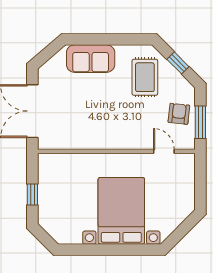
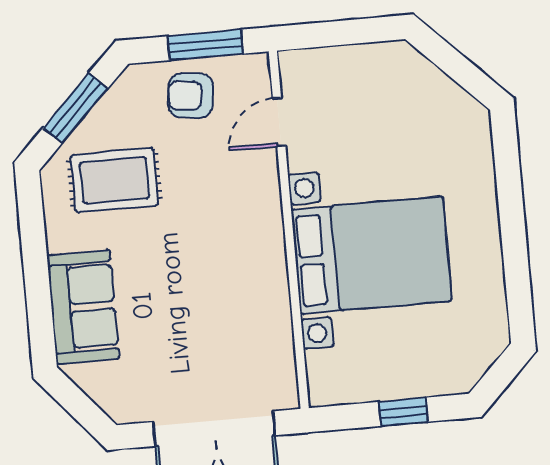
window: (178, 63) -> (75, 108), width x1.50
bed with nightstands: (121, 211) -> (372, 255), moved, turned 180

